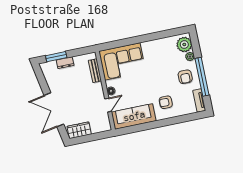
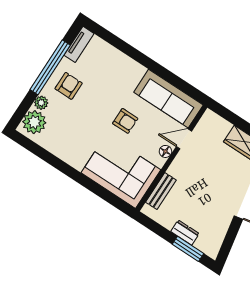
armchair: (166, 102) -> (125, 121), moved

